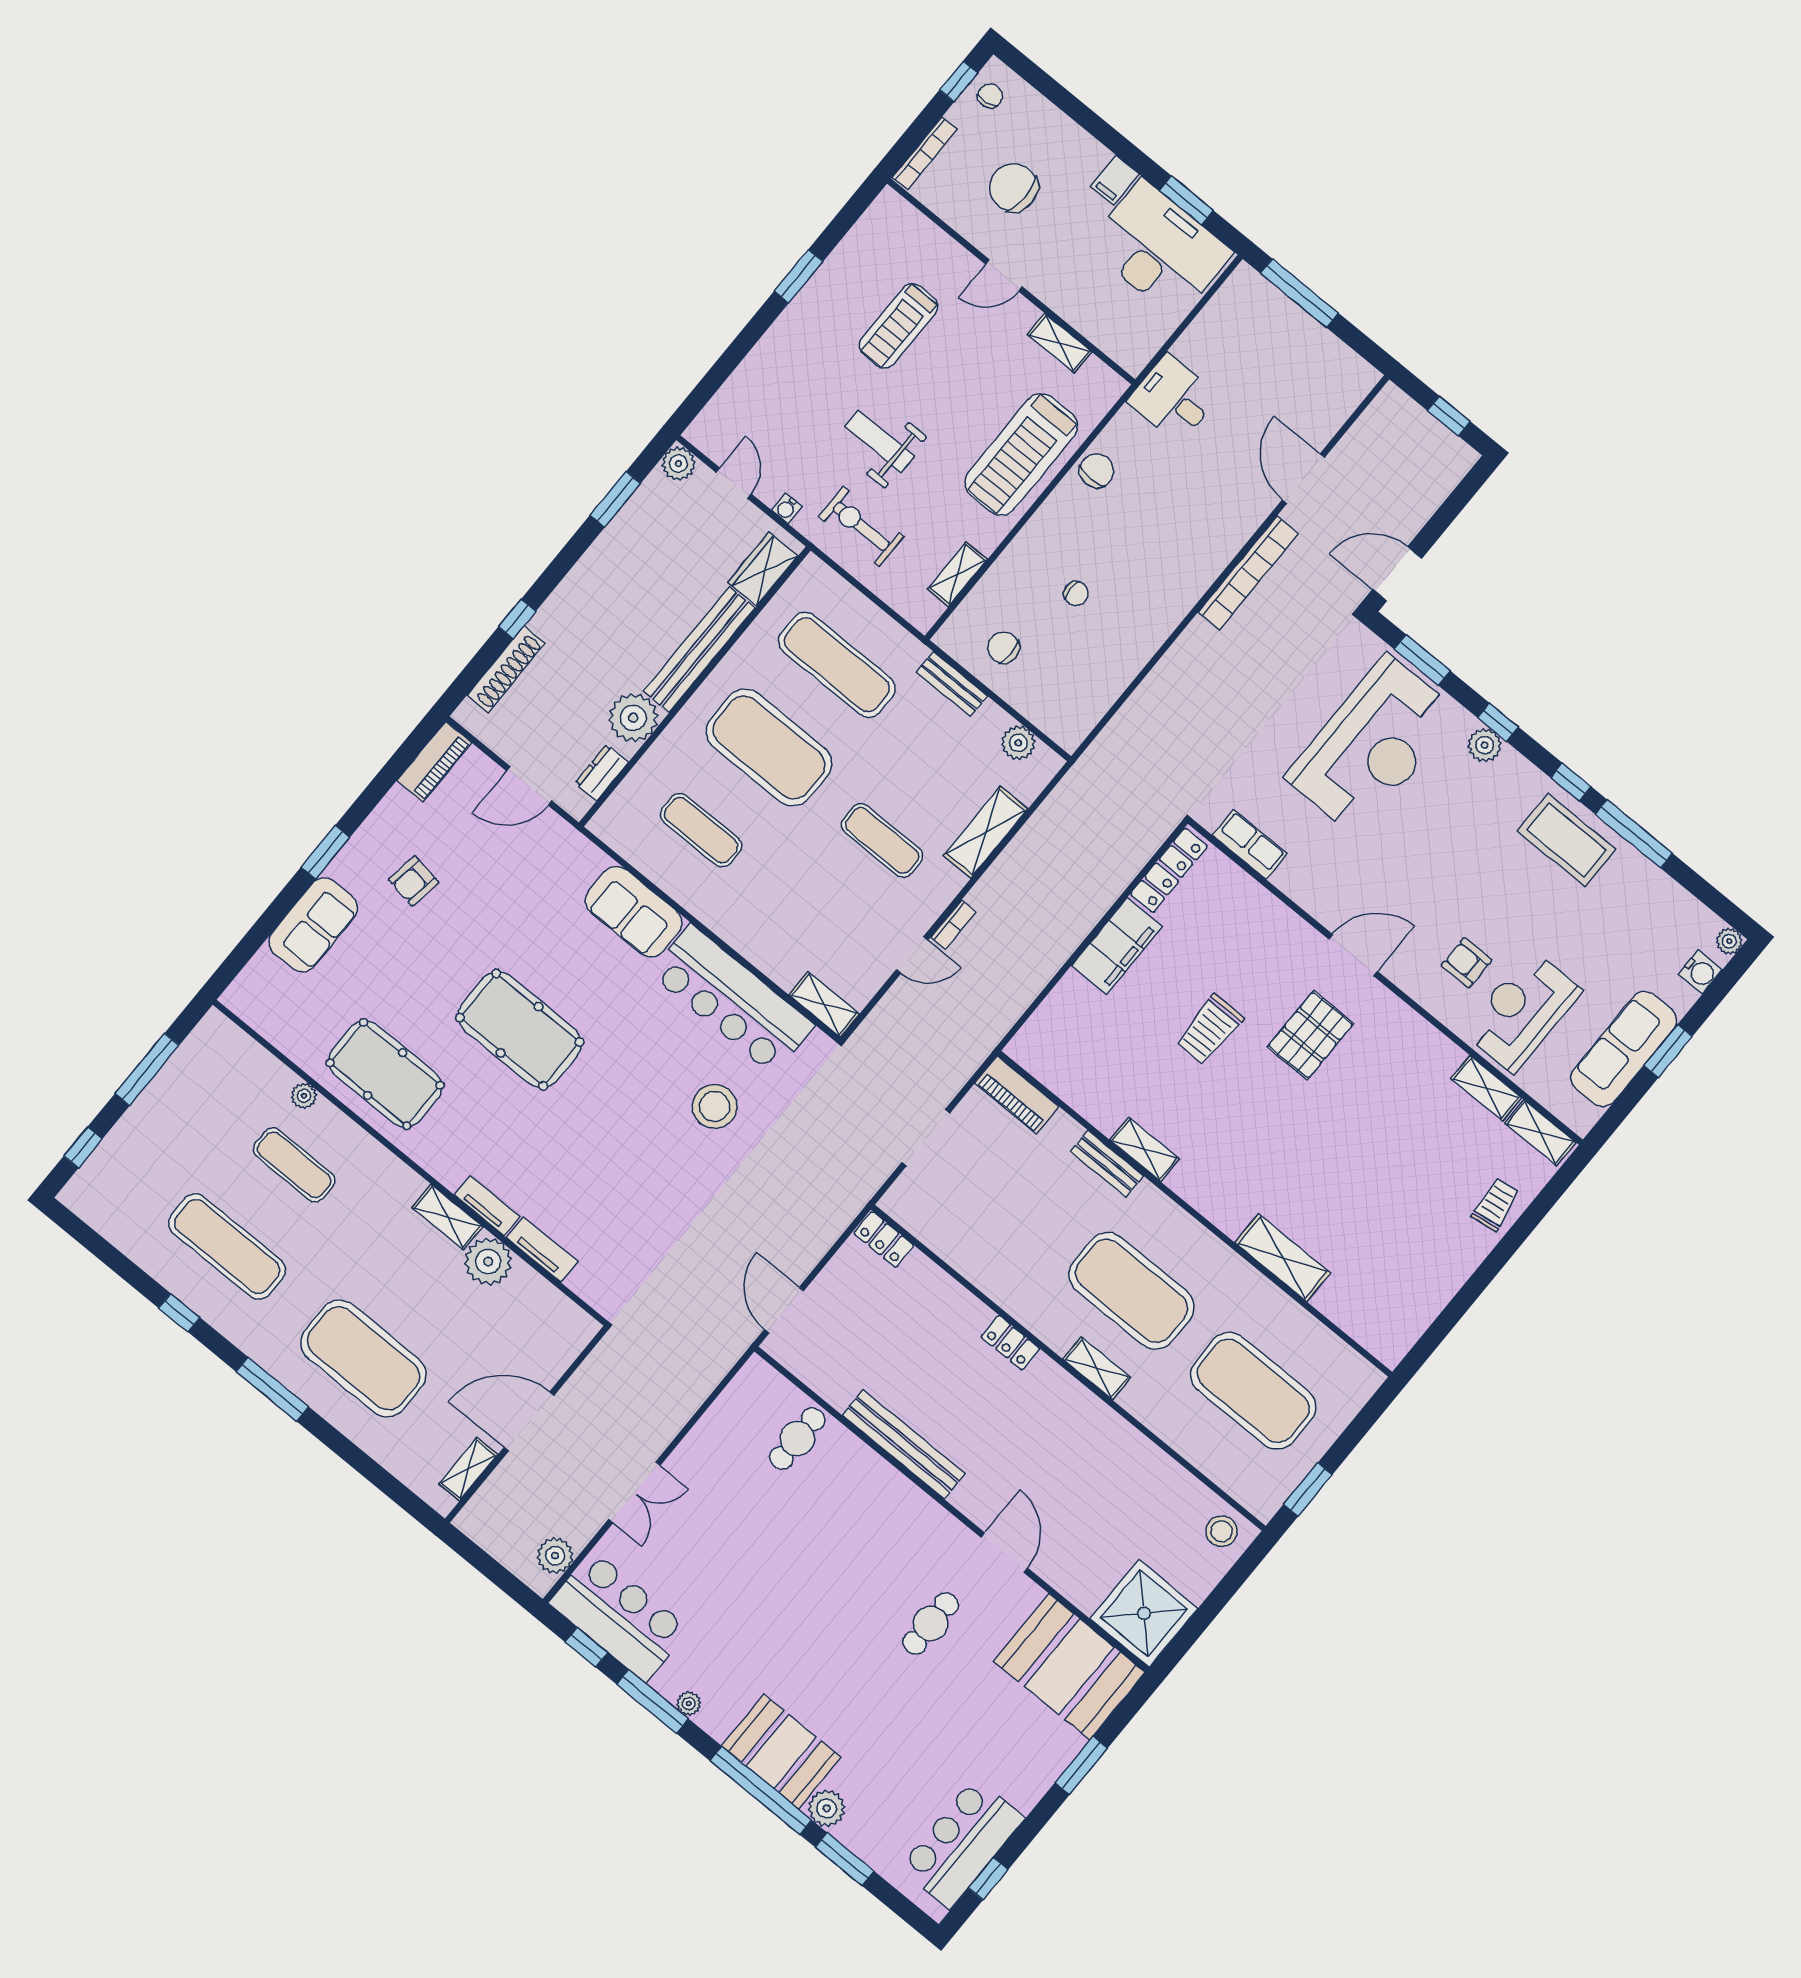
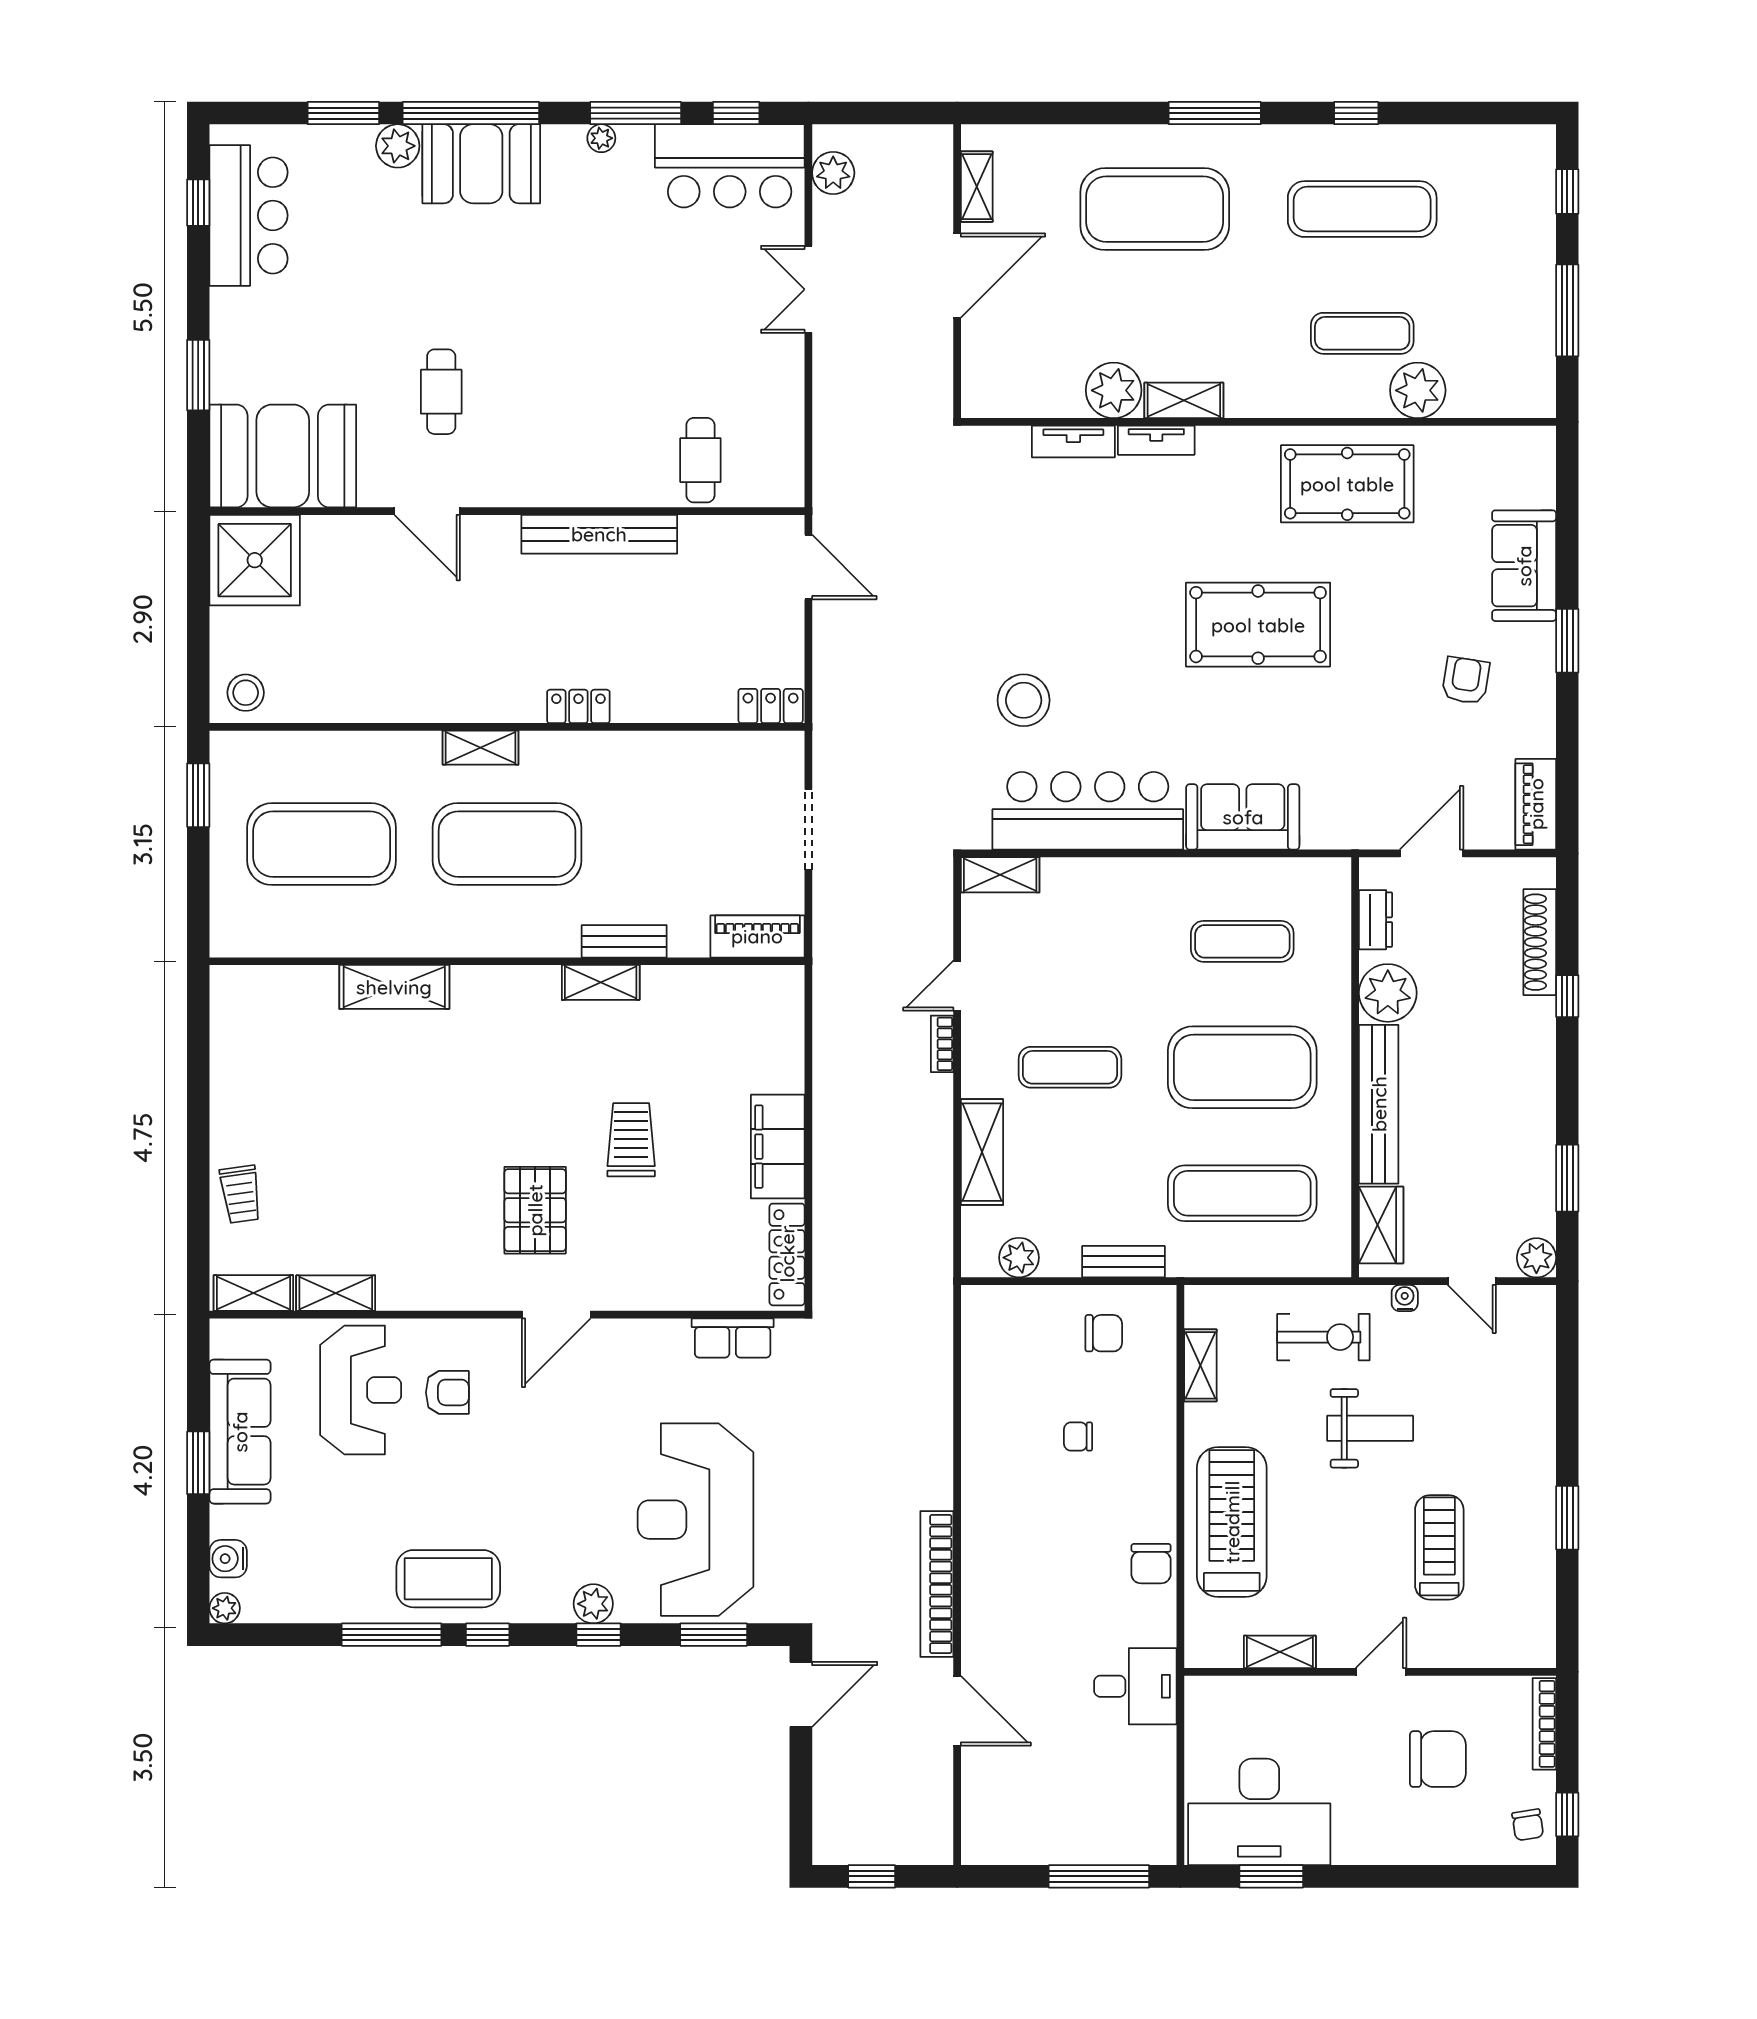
filing cabinet: (1115, 180) -> (1351, 1841), removed
plant: (304, 1096) -> (1418, 390), width x1.88, depth x1.88

